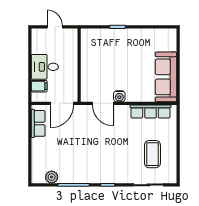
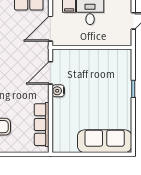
sofa: (166, 77) -> (105, 141), moved
door: (62, 103) -> (50, 29), hinge flipped

